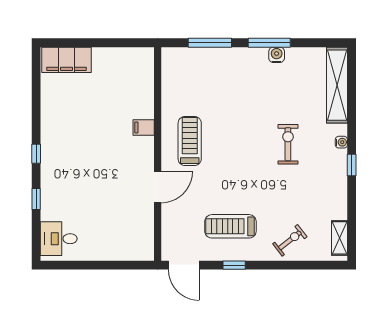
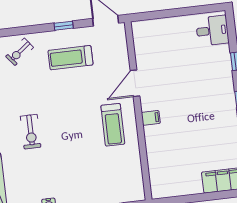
filing cabinet: (144, 127) -> (151, 118), moved
treadmill: (230, 226) -> (70, 58), turned 180

